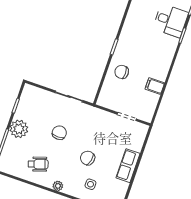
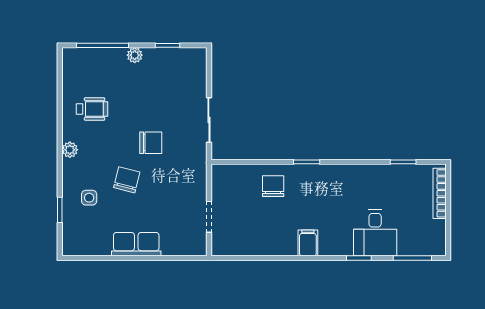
filing cabinet: (155, 86) -> (308, 243), moved
plant: (19, 129) -> (135, 55), width x0.53, depth x0.53
chair: (59, 133) -> (151, 143), moved
wheelchair: (38, 164) -> (92, 109), turned -72

